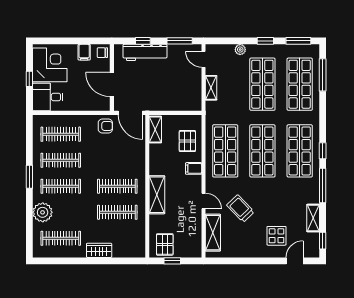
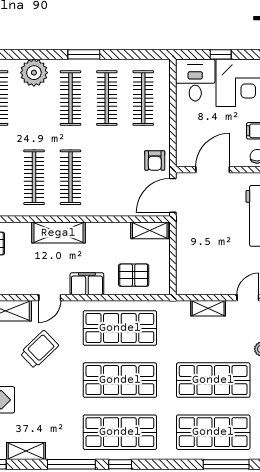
filing cabinet: (194, 168) -> (87, 284), width x2.00

